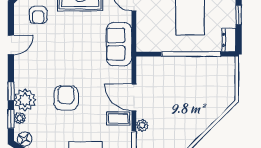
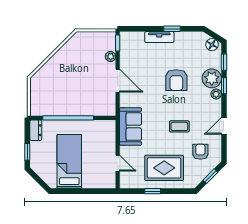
plant: (20, 118) -> (216, 94), moved
coffee table: (118, 119) -> (179, 126), moved

